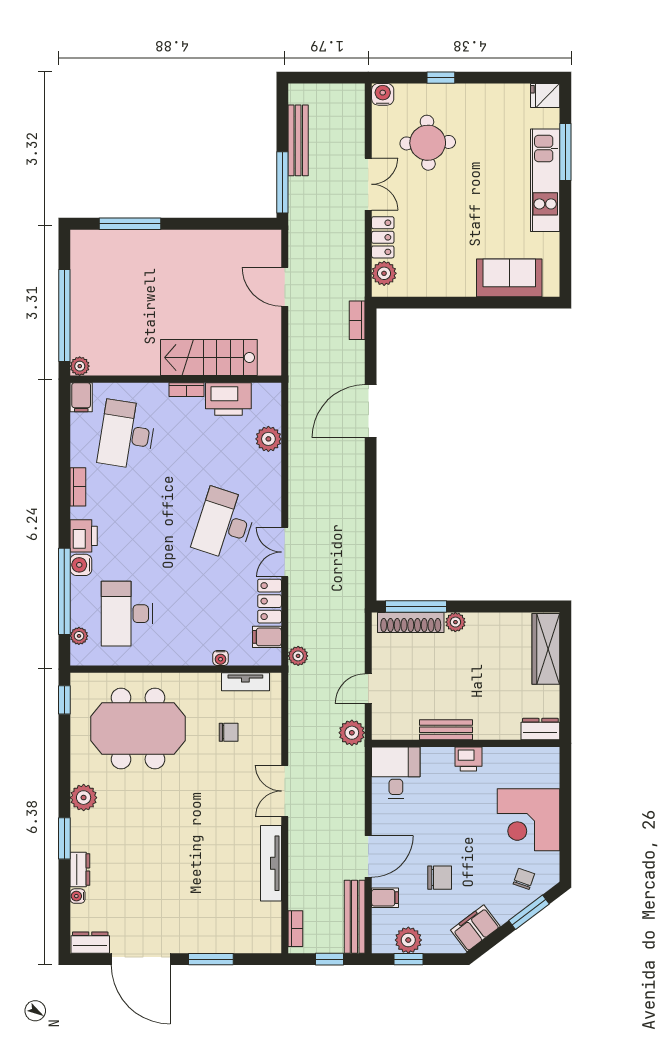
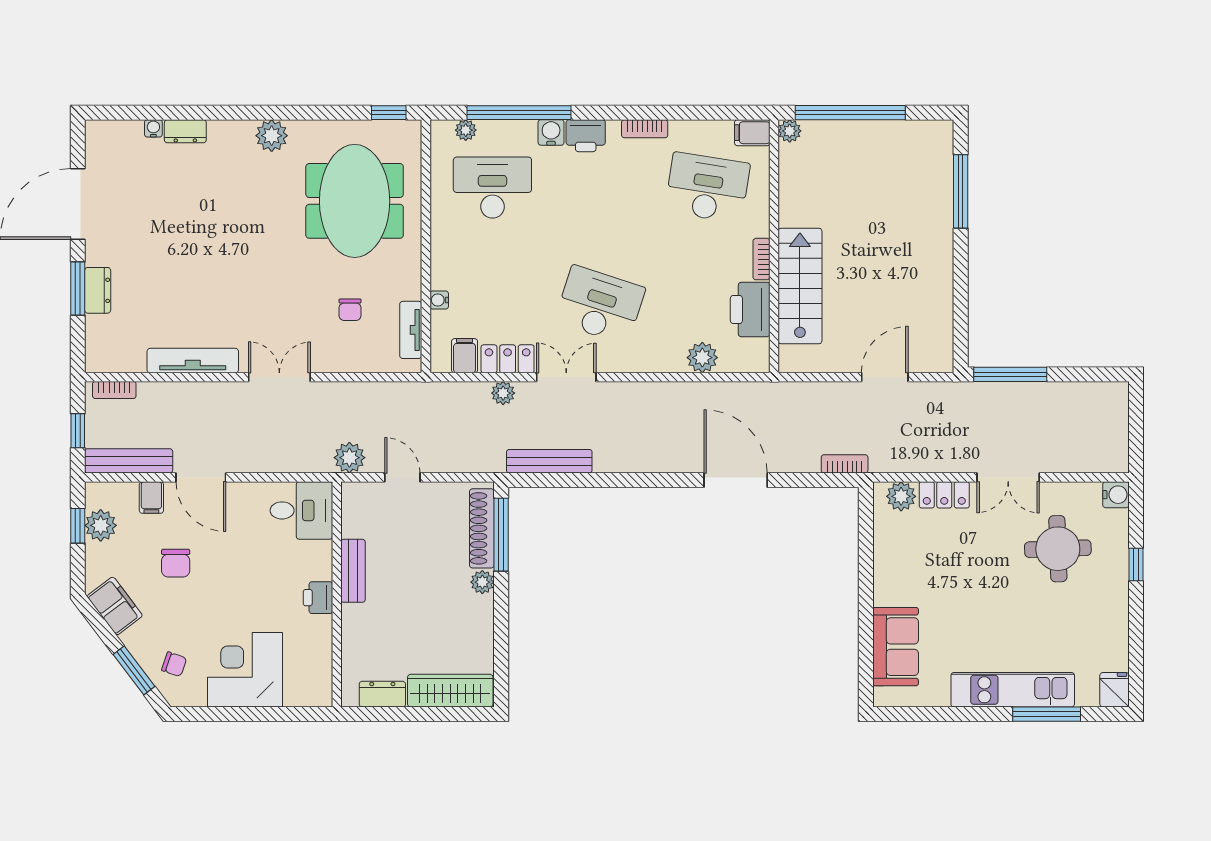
bench: (298, 140) -> (549, 461), moved
plant: (298, 656) -> (503, 393), moved
dresser: (540, 729) -> (382, 694), moved, turned -90
window: (64, 838) -> (223, 113), removed
dresser: (90, 943) -> (98, 290), moved

